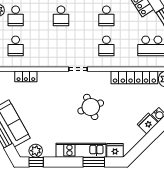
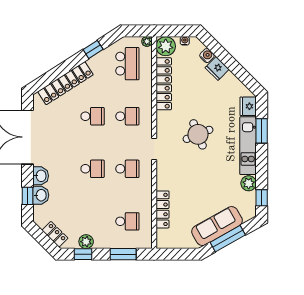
school desk: (16, 16) -> (127, 169), moved
locker: (26, 76) -> (163, 209), width x1.53
plant: (36, 151) -> (249, 183), moved

